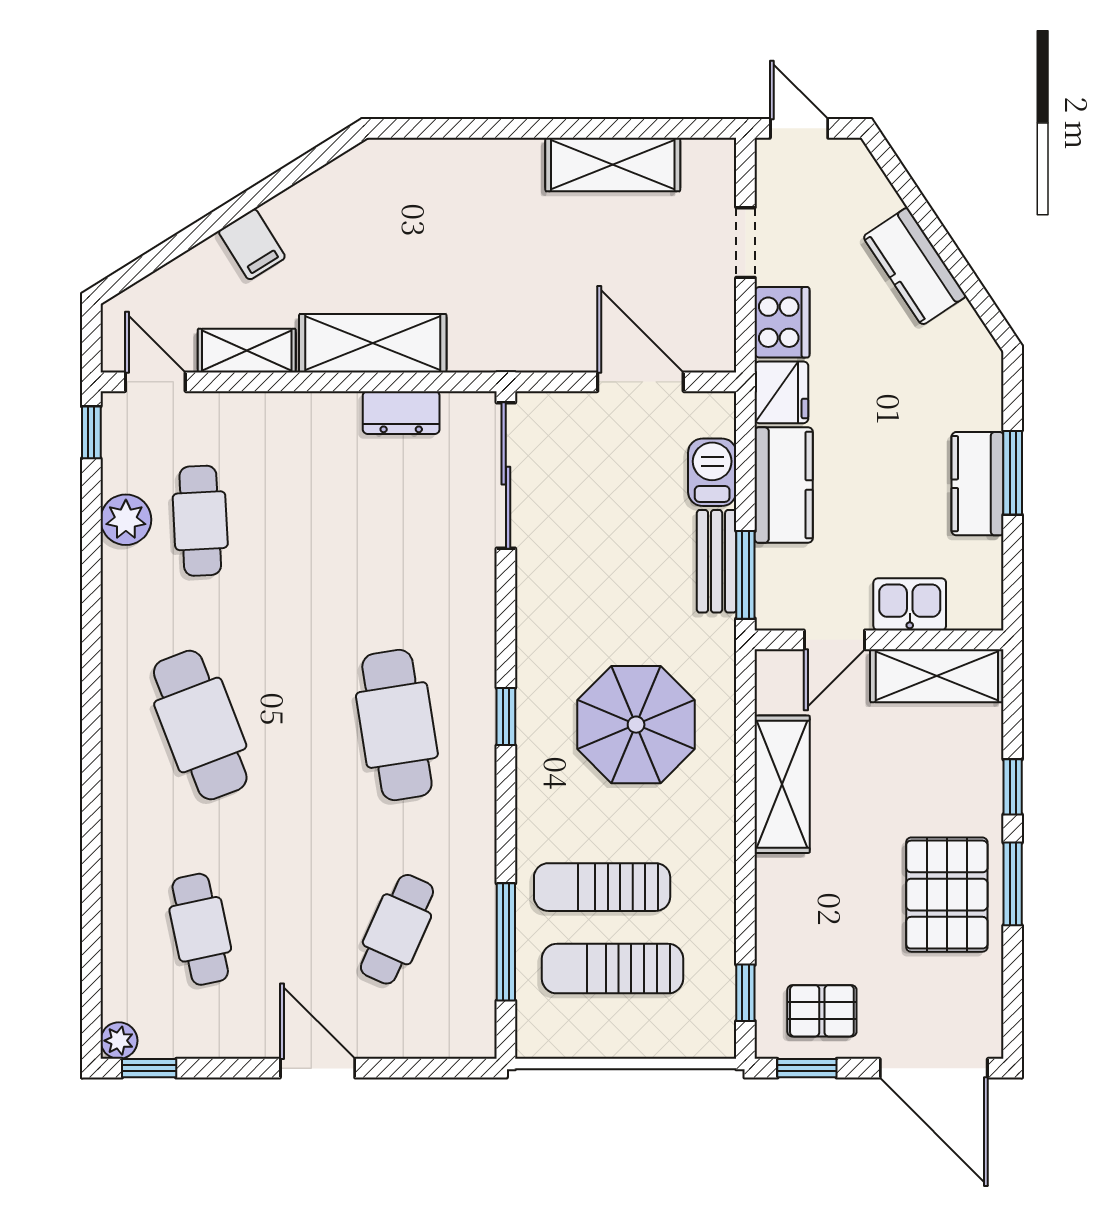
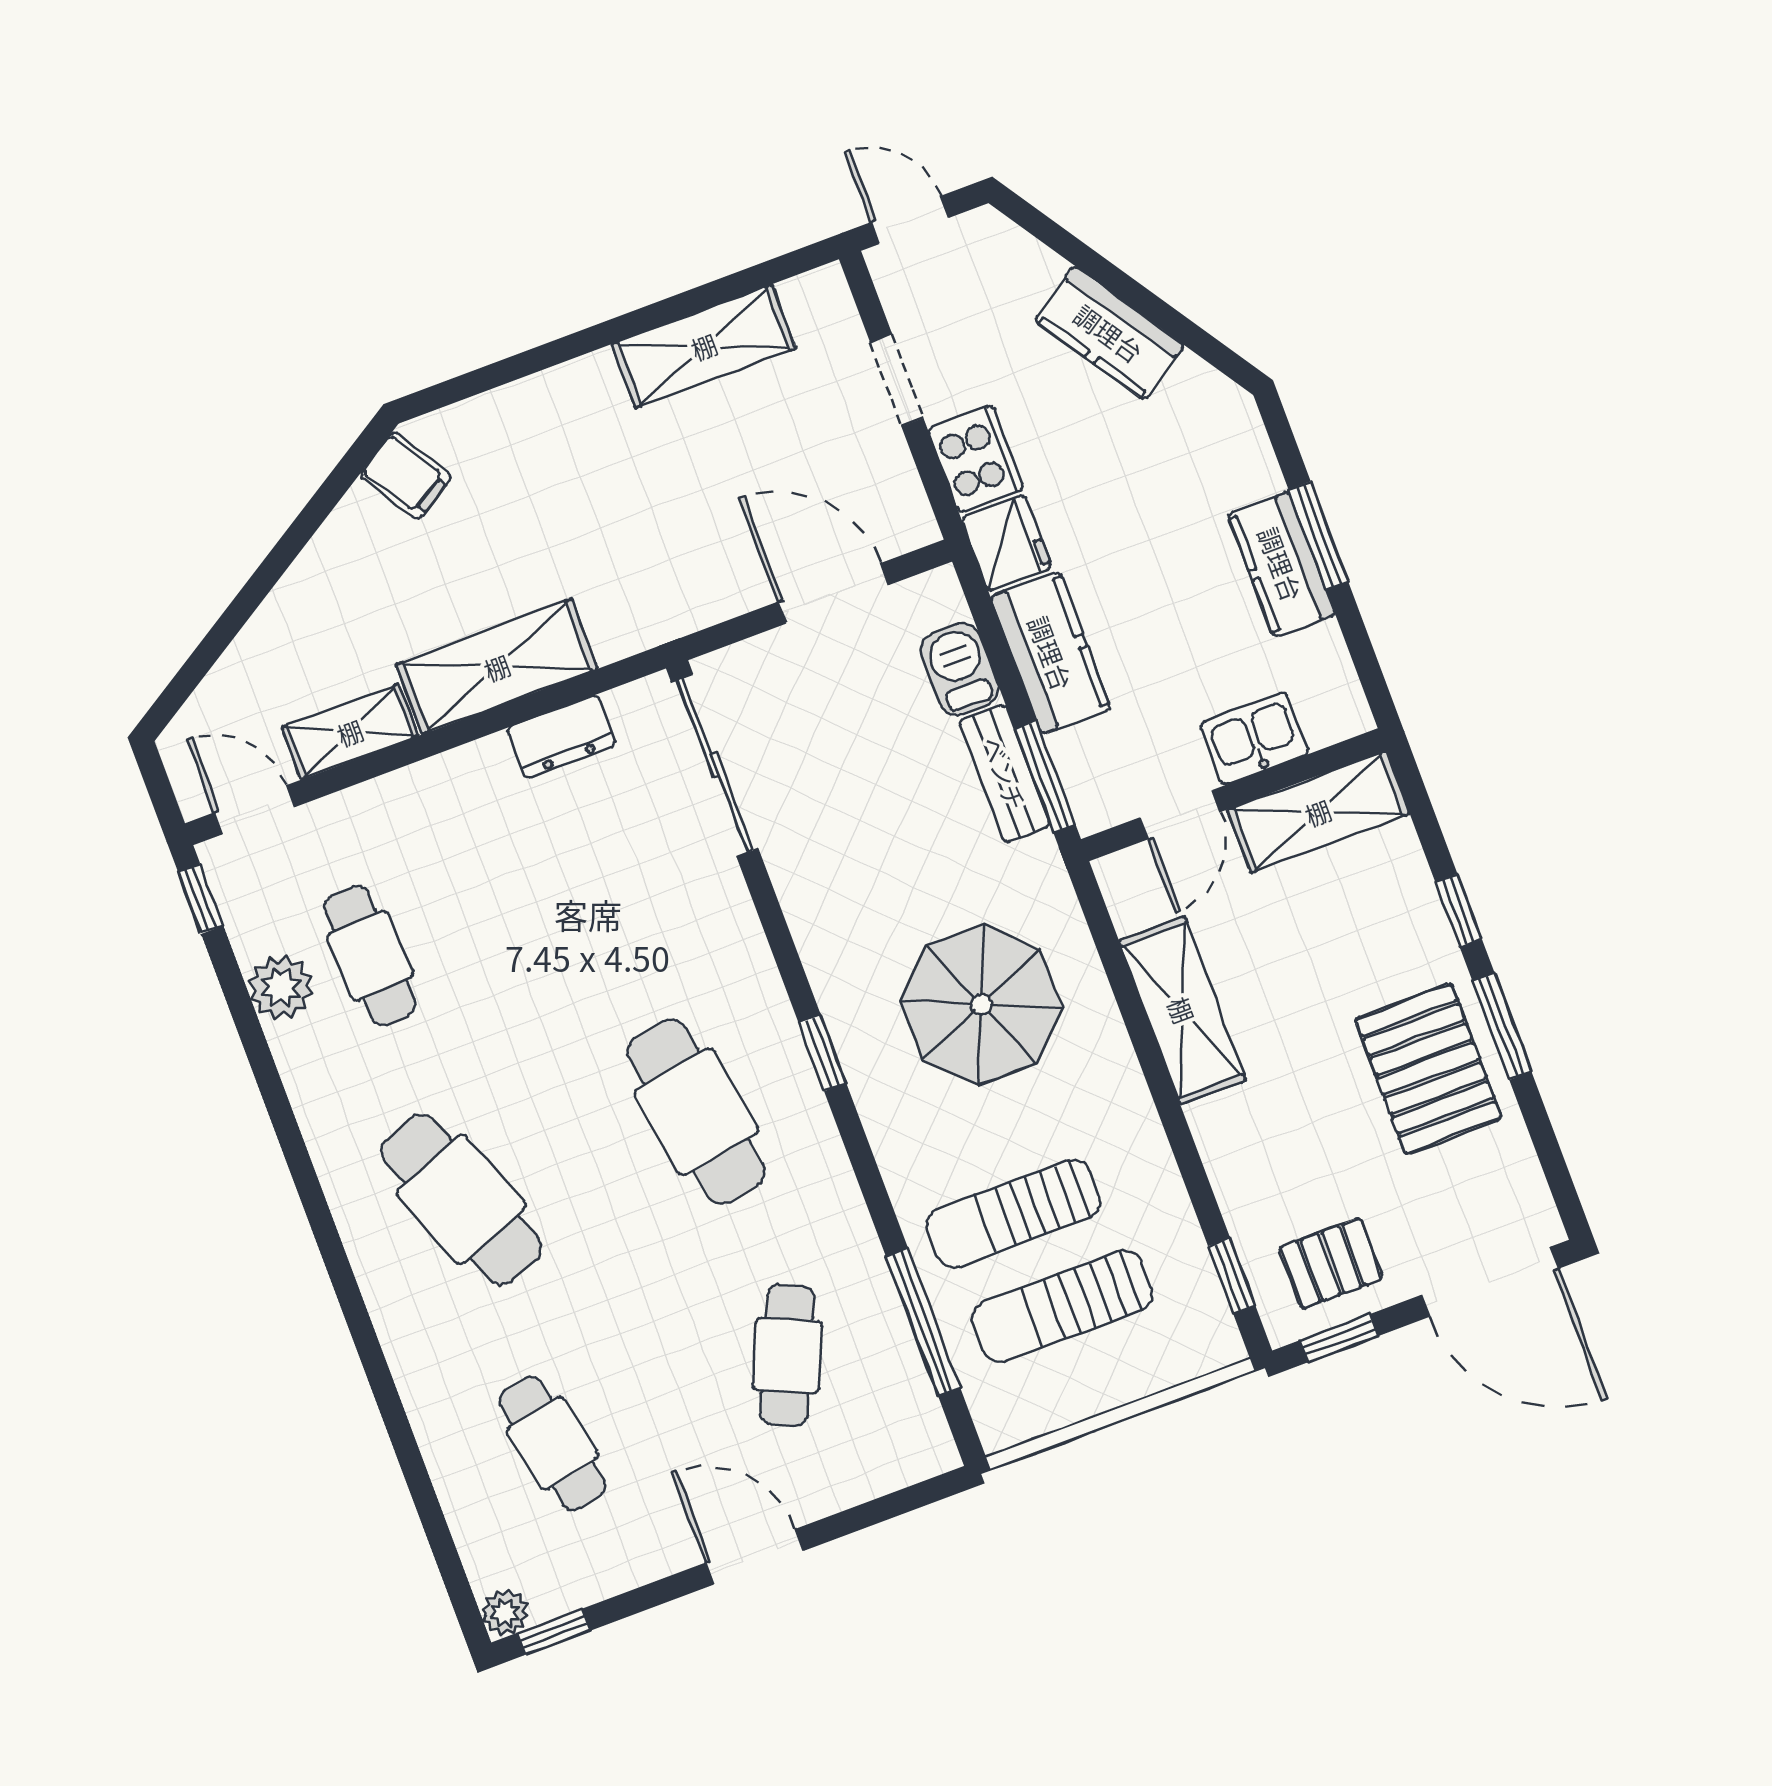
filing cabinet: (252, 244) -> (406, 476), moved

